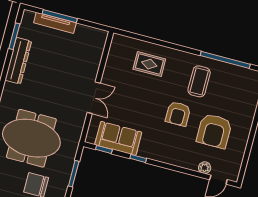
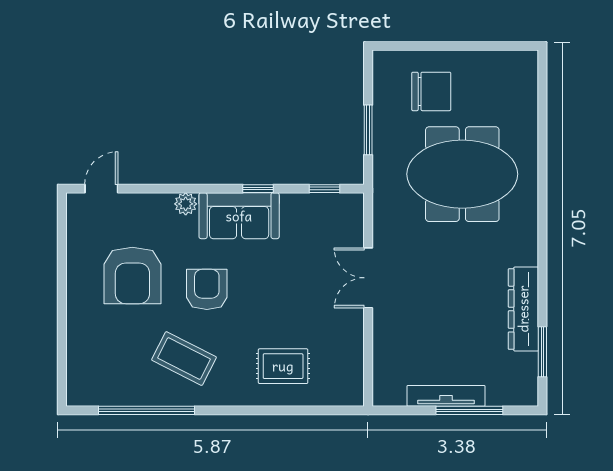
tv unit: (55, 23) -> (446, 396), moved
coffee table: (199, 81) -> (184, 359), turned -63
armchair: (214, 131) -> (132, 275), turned 180
sofa: (118, 138) -> (239, 216), moved
plant: (205, 168) -> (186, 204), moved

